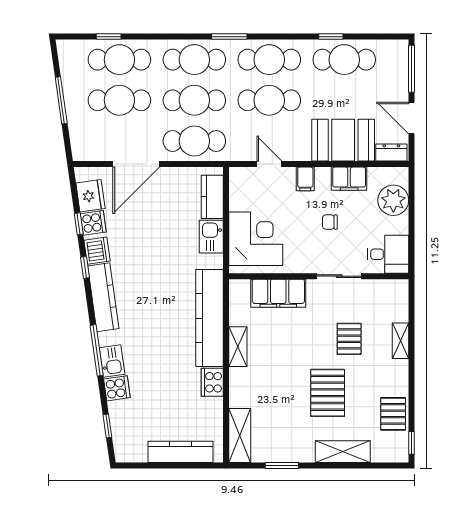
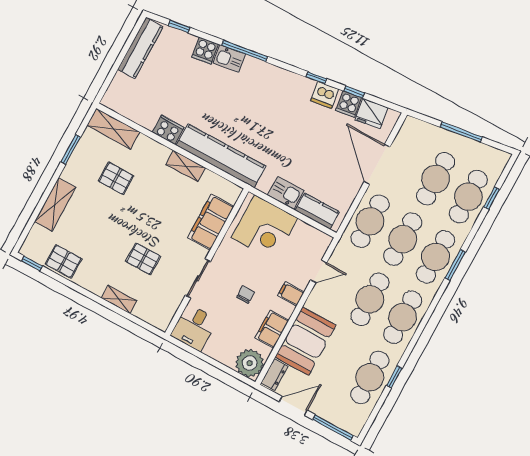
window: (229, 37) -> (455, 265), moved
plant: (393, 200) -> (250, 363), moved
kitchen counter: (103, 297) -> (284, 79), removed
pallet: (328, 393) -> (116, 178), moved, width x0.67, depth x0.71
kitchen counter: (180, 452) -> (140, 48), moved

